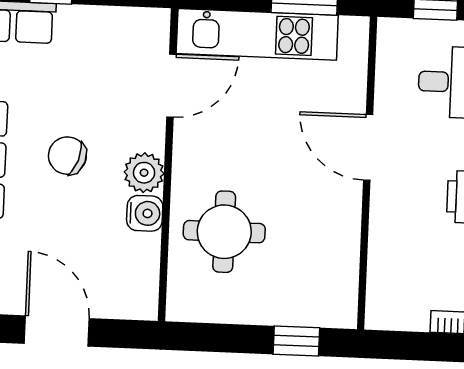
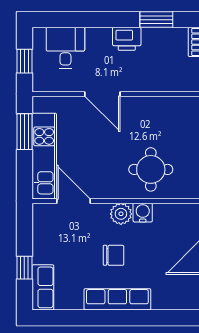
door: (368, 147) -> (102, 94), hinge flipped
chair: (67, 156) -> (113, 255), turned -109

